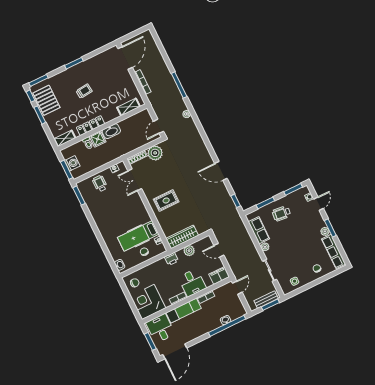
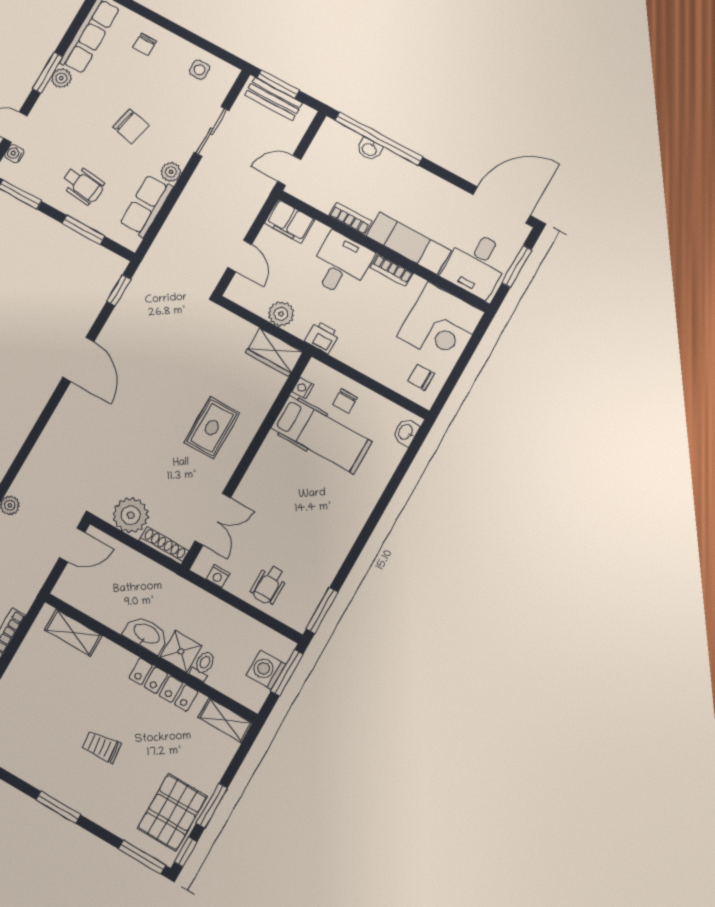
rug: (166, 201) -> (212, 428), turned 90
wardrobe: (182, 237) -> (274, 352), width x0.67
chair: (291, 244) -> (131, 126), added

